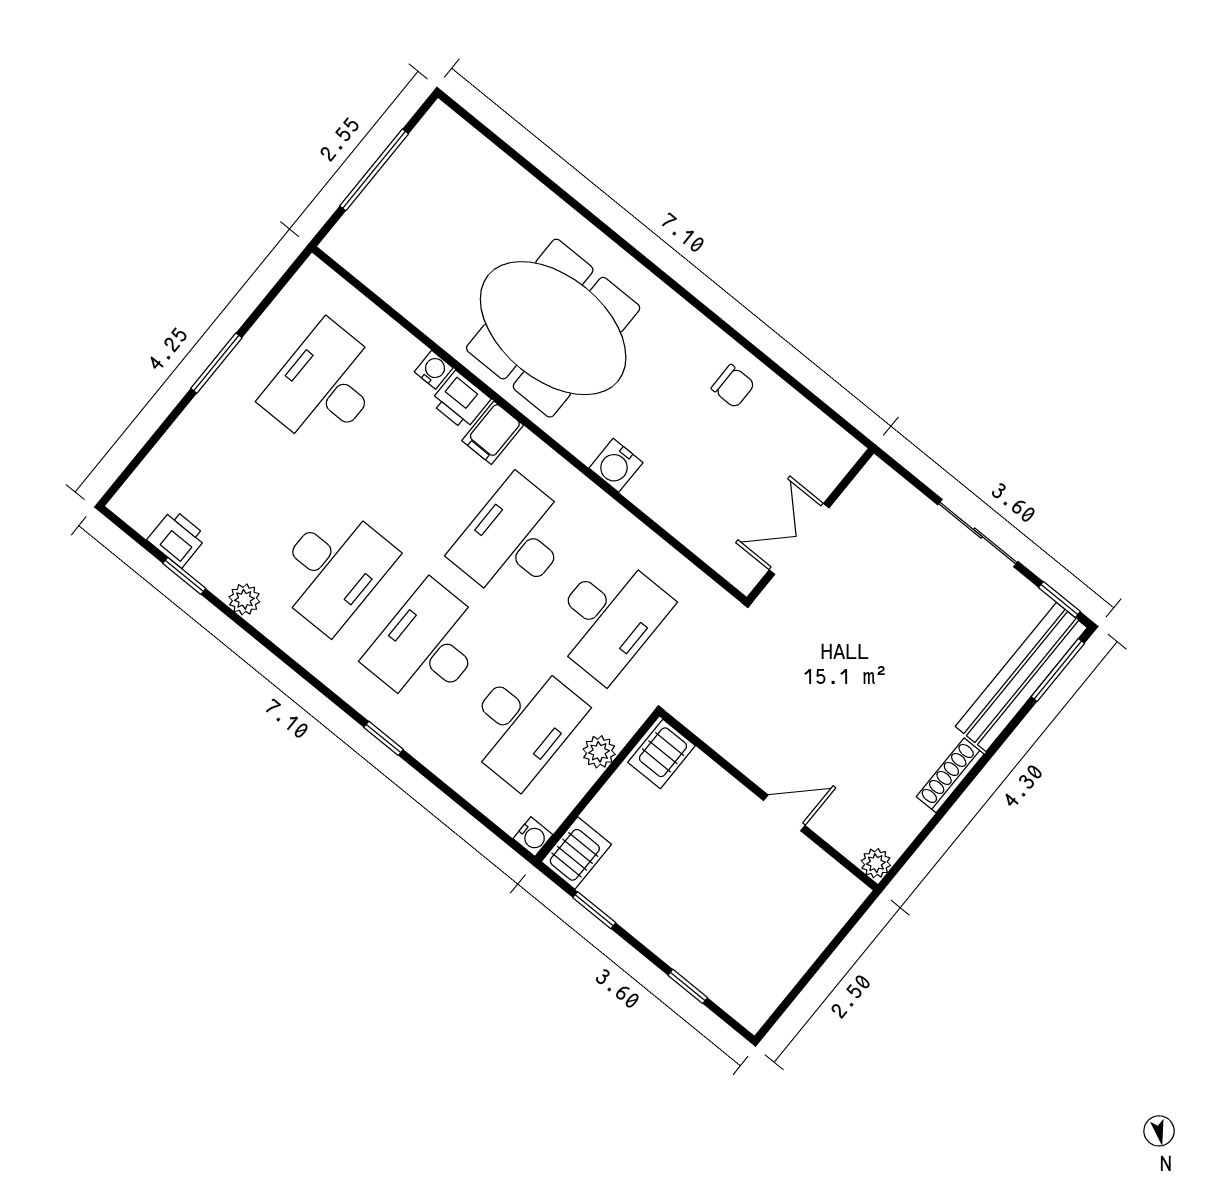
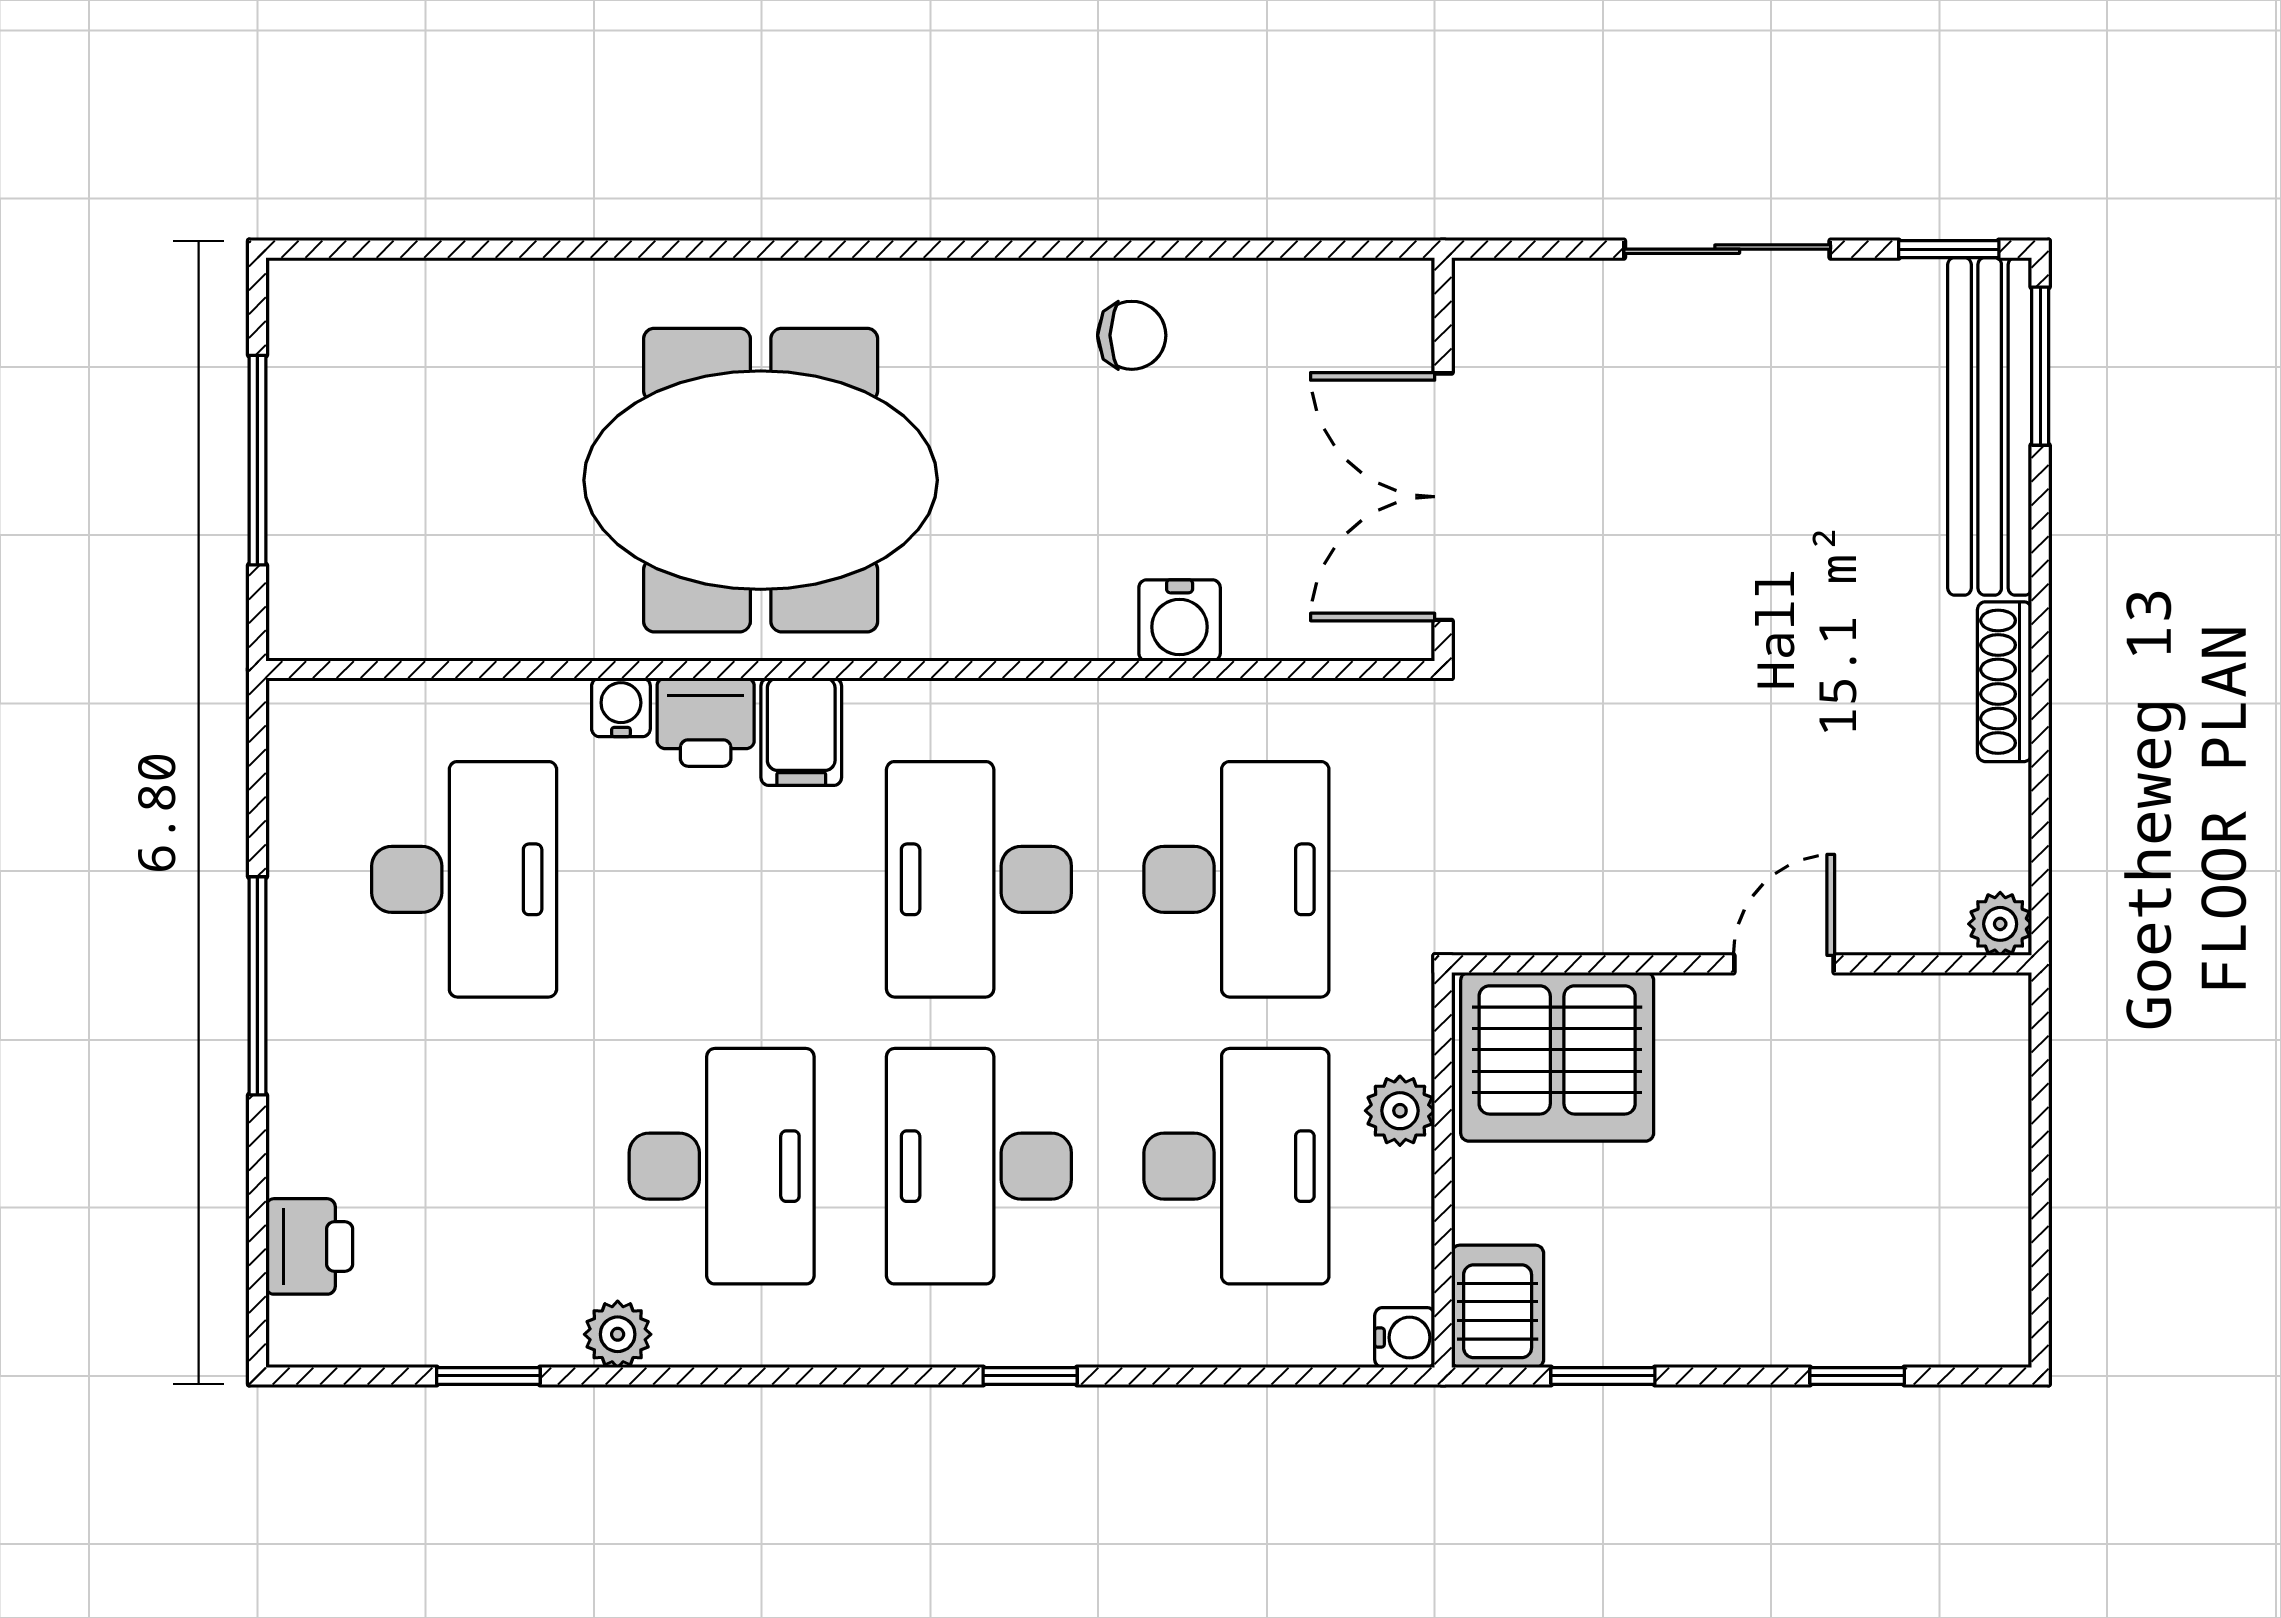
window: (216, 363) -> (257, 986), width x1.44
desk: (324, 386) -> (464, 879), turned 180
water cooler: (616, 465) -> (1180, 620), moved
printer: (177, 538) -> (309, 1246), moved, turned 90
double door: (799, 539) -> (1443, 497), width x1.37
server rack: (662, 754) -> (1557, 1057), width x2.18, depth x1.44

